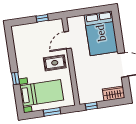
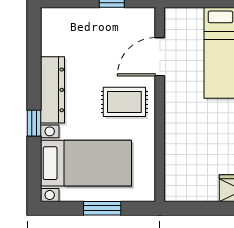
dresser: (22, 62) -> (52, 90), added
window: (91, 106) -> (190, 208), removed

